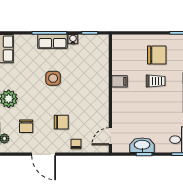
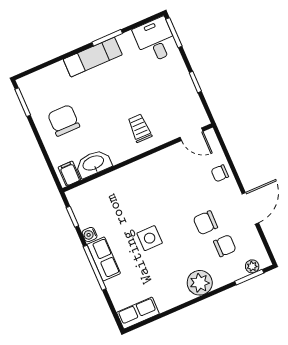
filing cabinet: (120, 81) -> (69, 174), moved
trolley: (156, 81) -> (140, 128), moved
chair: (61, 122) -> (205, 223), moved, turned -90
washbasin: (142, 145) -> (93, 163), moved, turned 90

